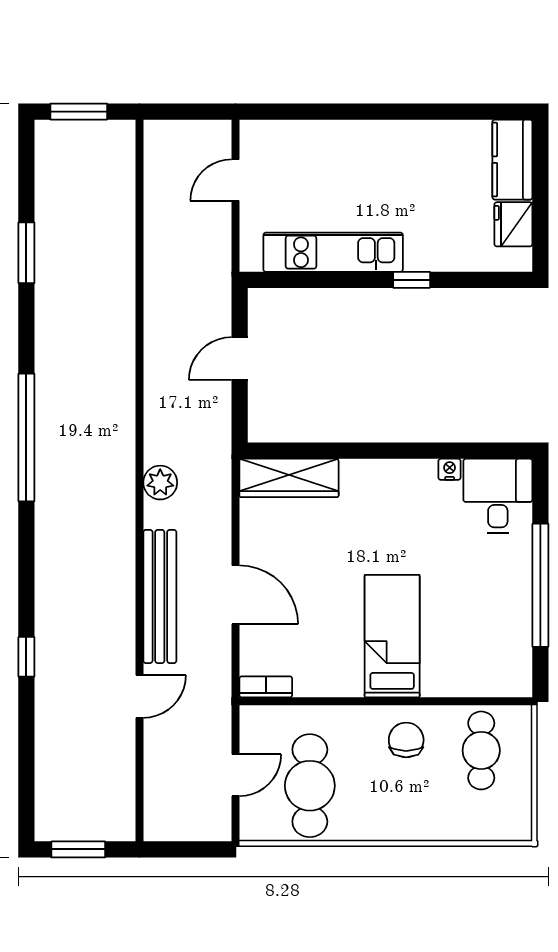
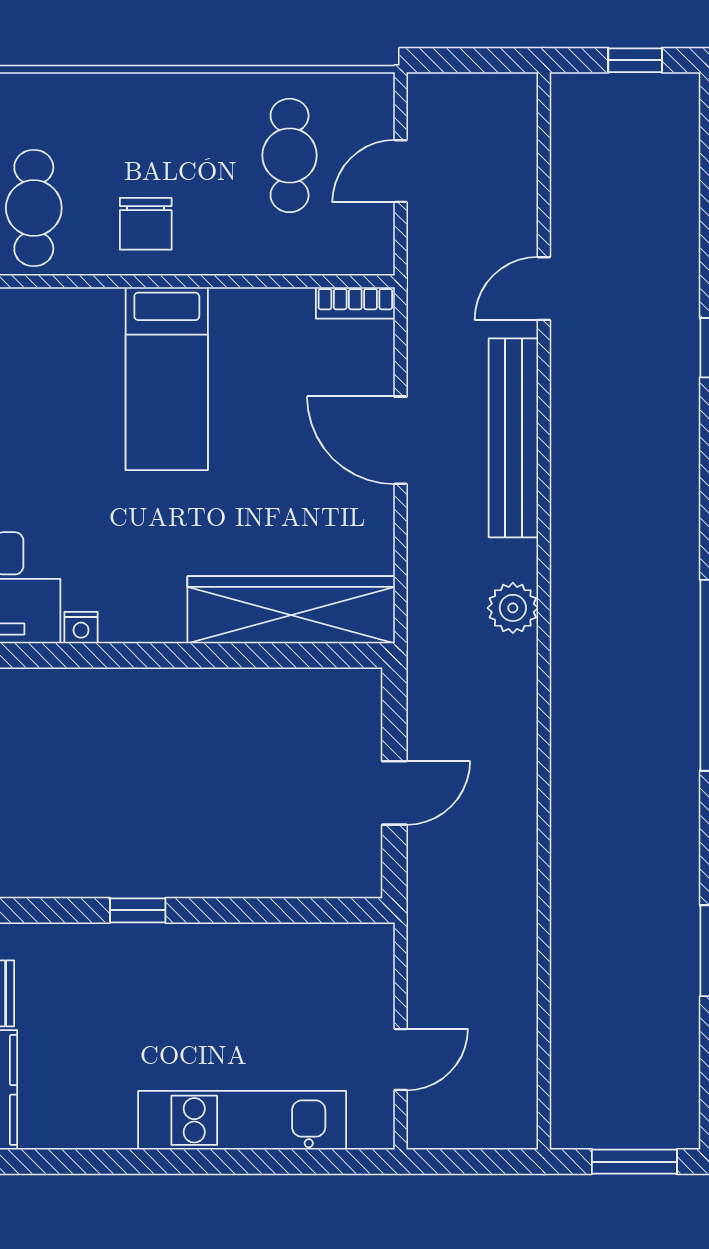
kitchen unit: (333, 252) -> (242, 1120), moved, turned 180
wardrobe: (289, 478) -> (291, 610), width x1.40, depth x1.17
cafe table: (310, 786) -> (290, 155), width x0.73, depth x0.74
window: (78, 849) -> (635, 60), width x0.67

